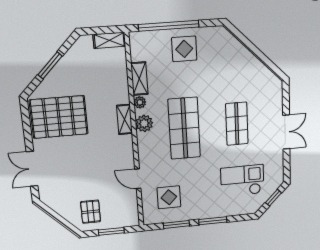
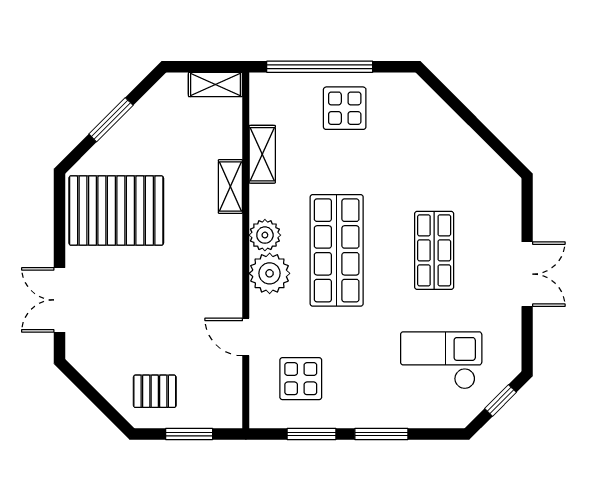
plant: (140, 102) -> (270, 273), moved, width x1.88, depth x1.88
shelving: (125, 119) -> (230, 186), moved
pallet: (91, 212) -> (155, 391), turned 90

